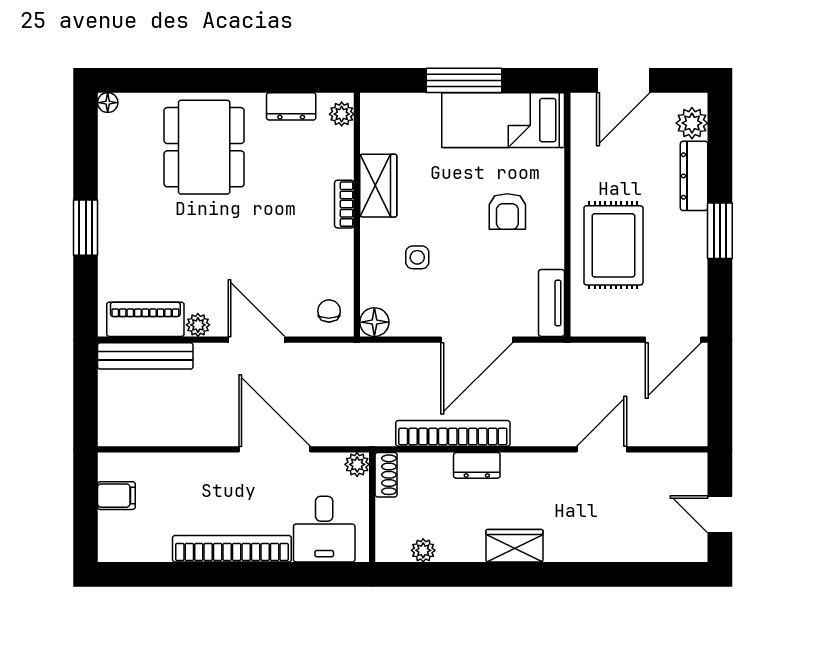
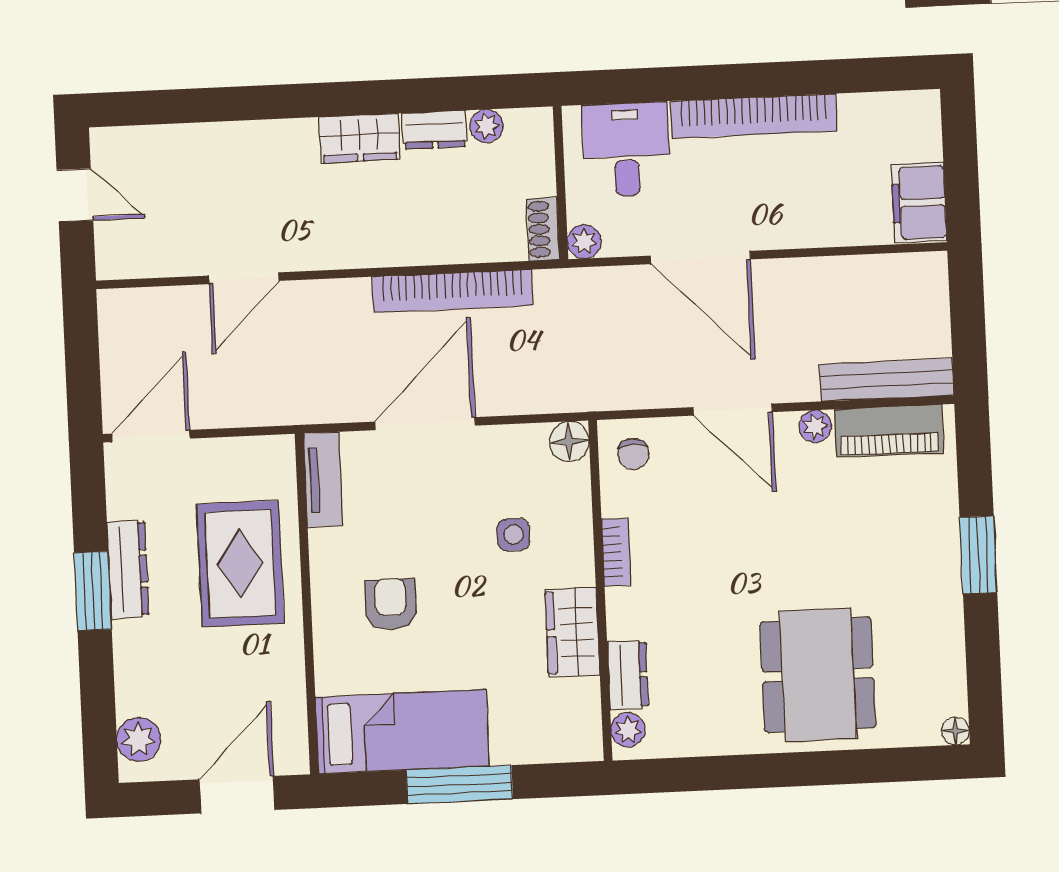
dresser: (291, 106) -> (628, 675), moved, turned 90
dresser: (694, 176) -> (128, 569), moved
bookcase: (344, 204) -> (616, 552), moved
dresser: (477, 465) -> (435, 130), moved, turned 180
filing cabinet: (116, 496) -> (919, 203), width x2.00

